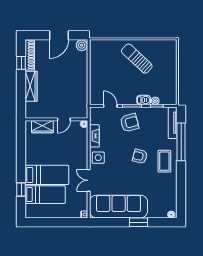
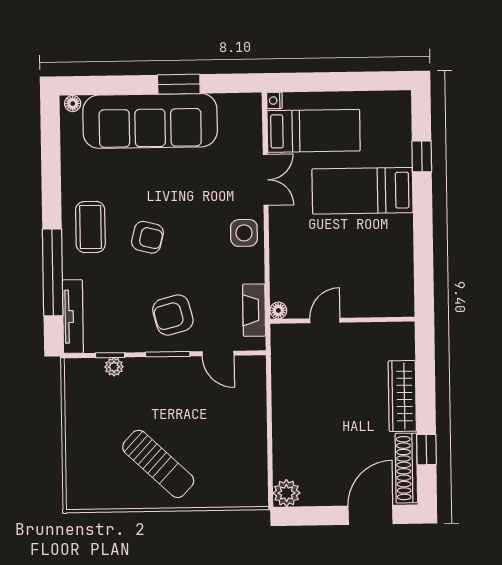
door: (59, 35) -> (370, 515), moved
barbecue: (144, 100) -> (141, 368), removed
wardrobe: (42, 127) -> (375, 303), removed
fireplace: (94, 136) -> (254, 310), moved
bed: (45, 195) -> (314, 131), moved, turned 180
sofa: (119, 207) -> (150, 121), moved
window: (139, 222) -> (179, 84), moved

